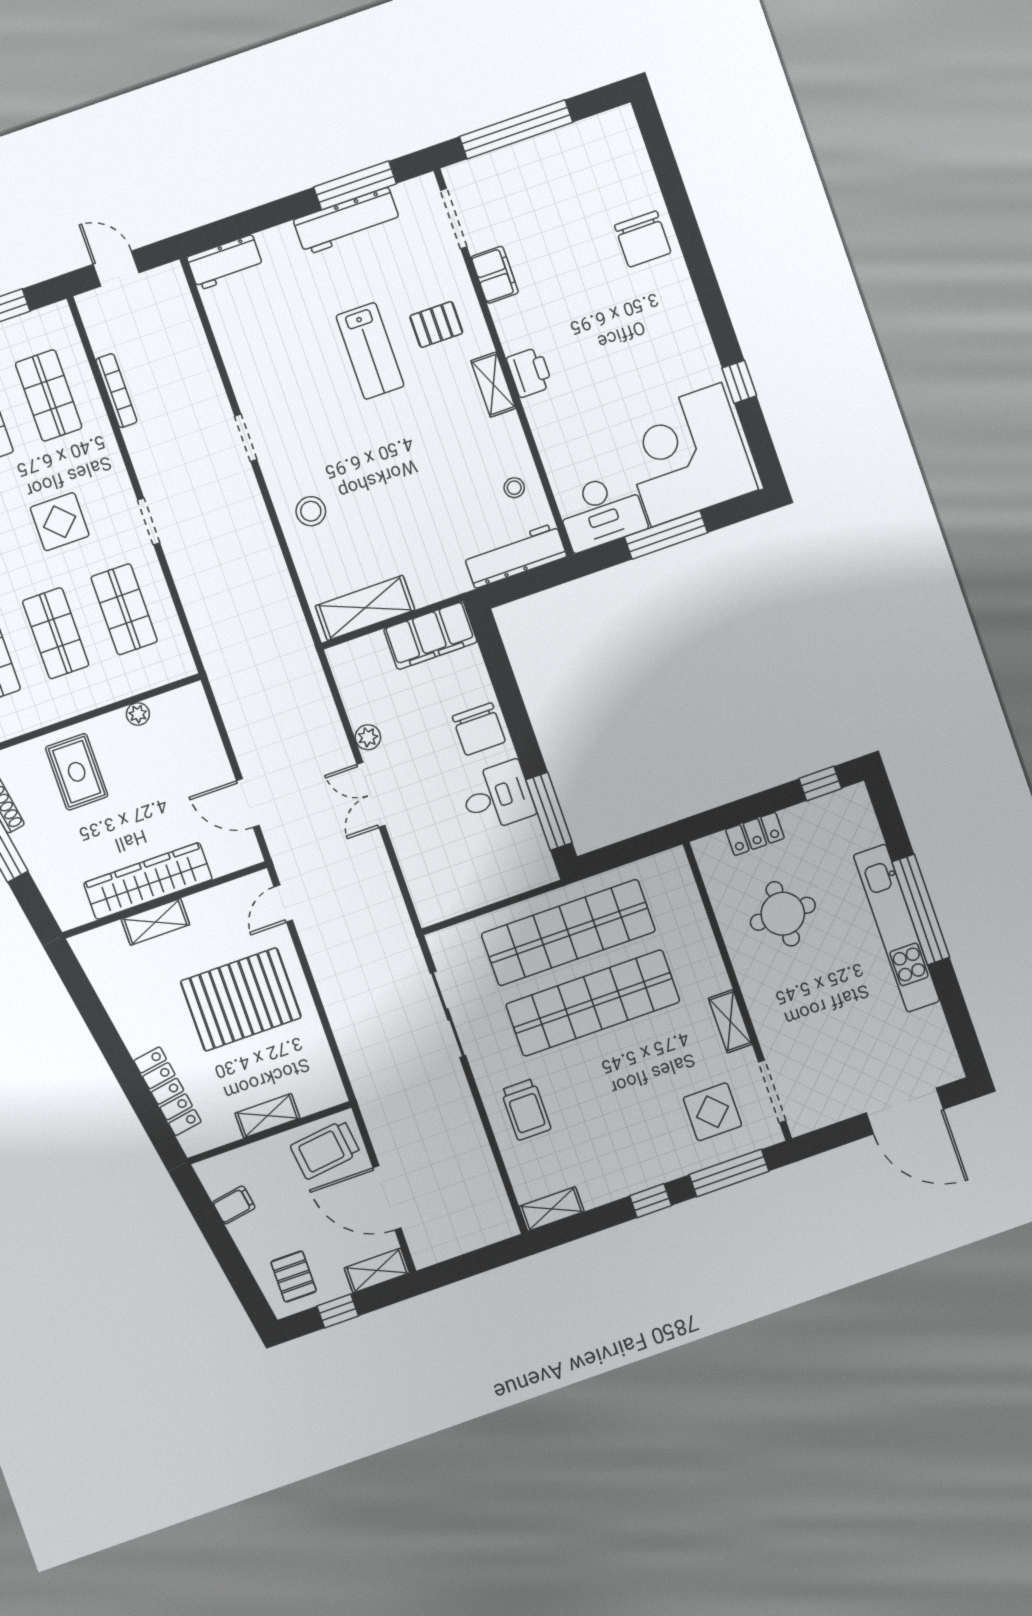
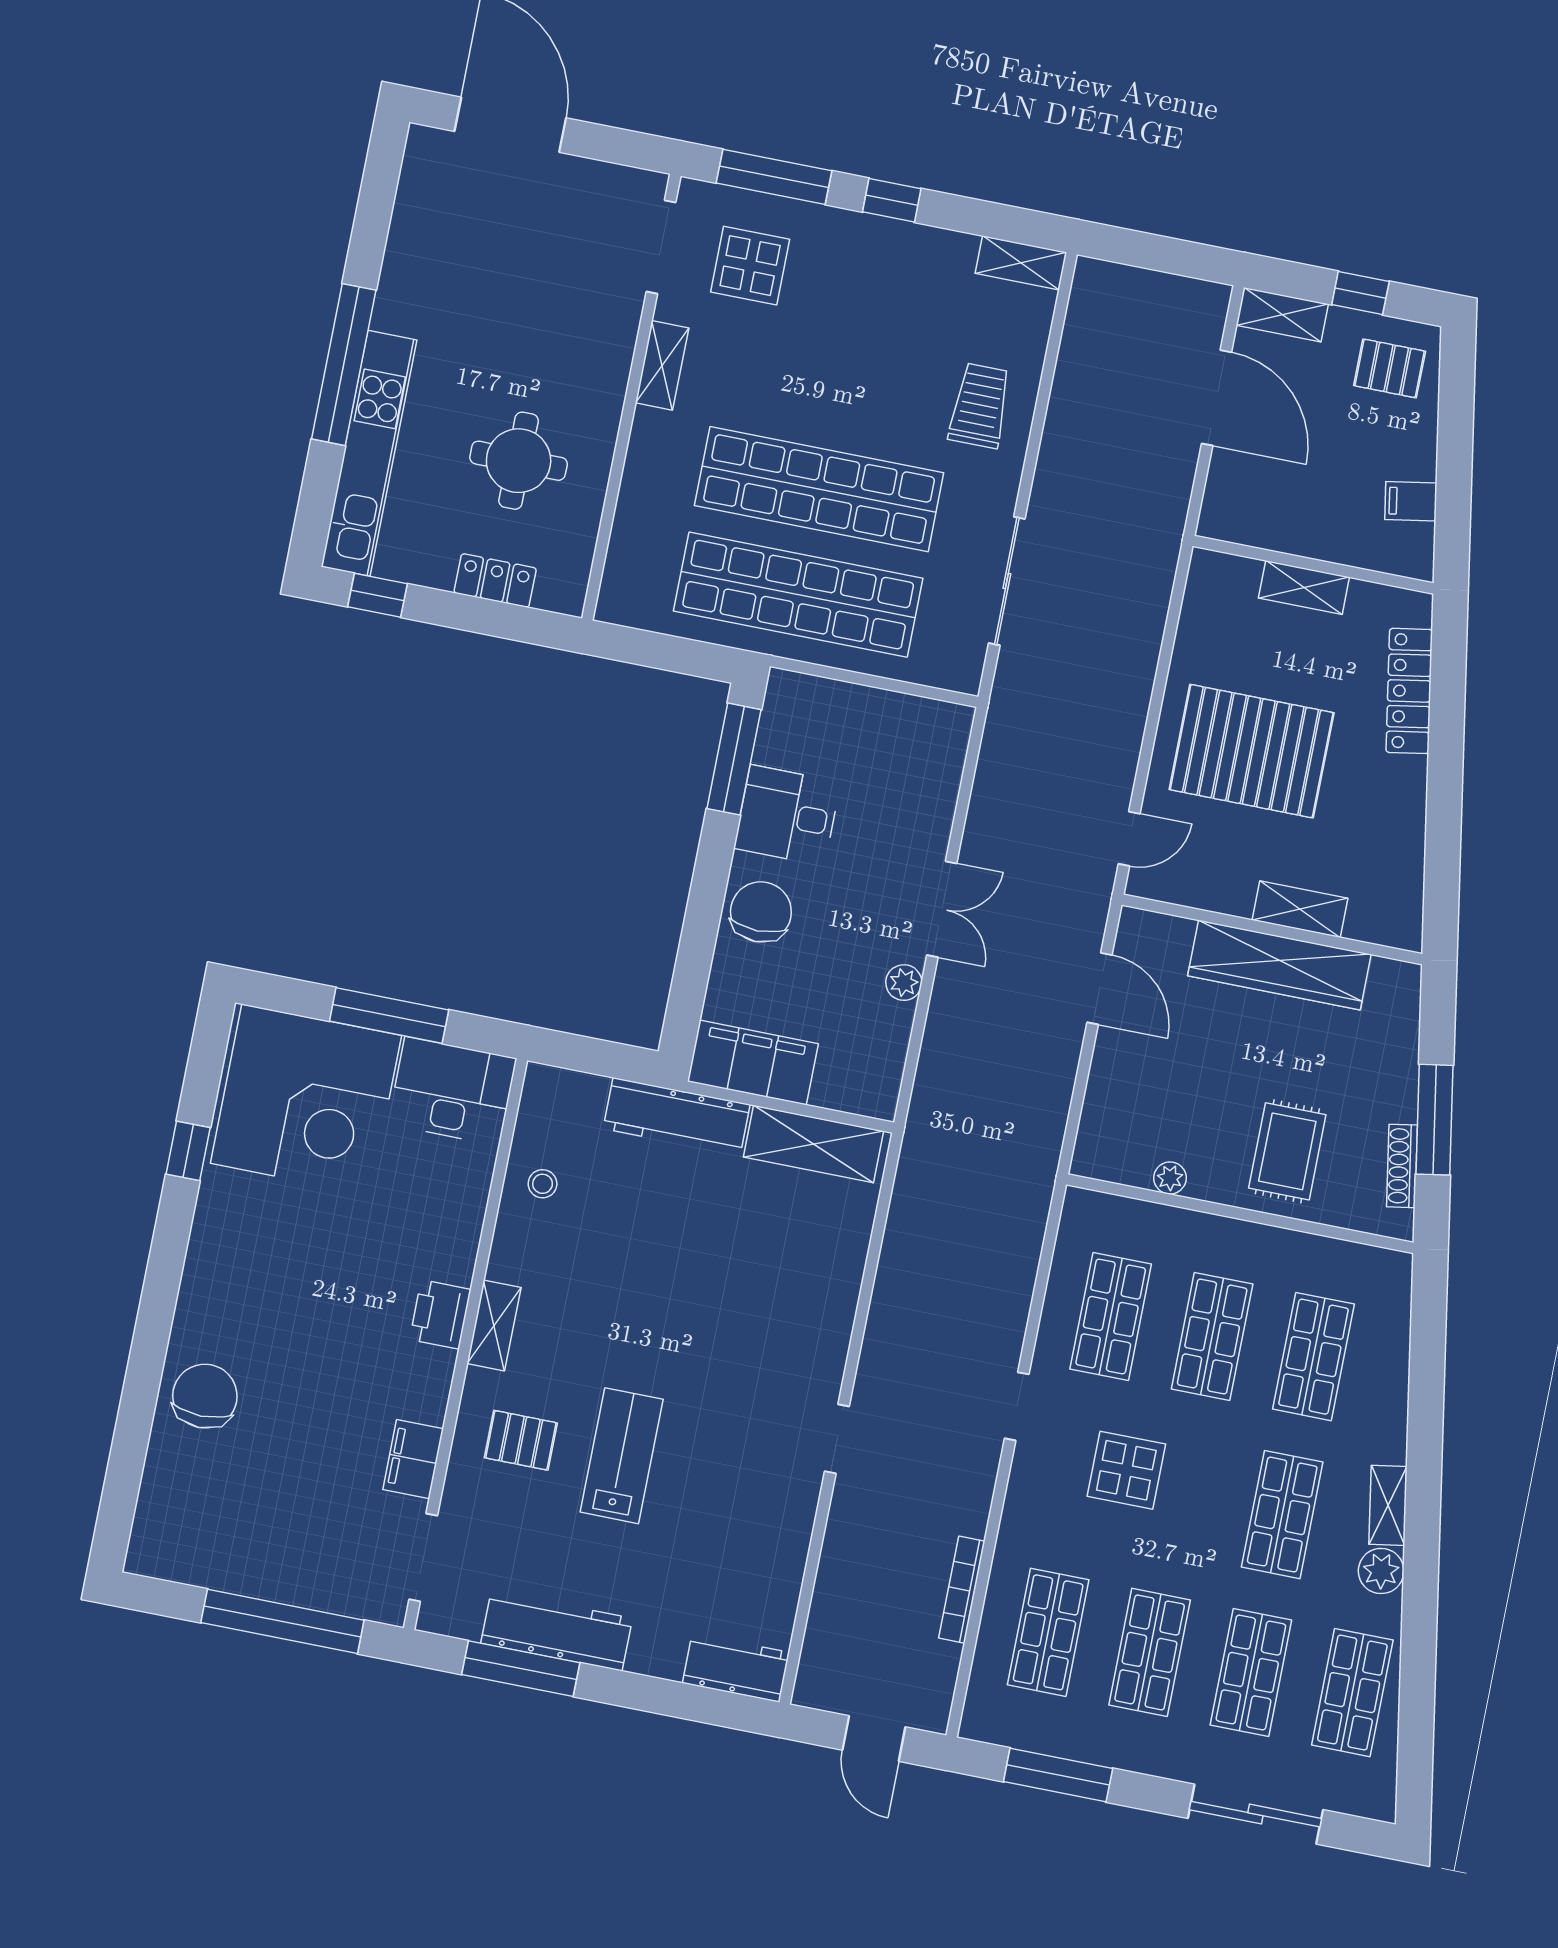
stool: (311, 511) -> (810, 1302), removed
workbench: (515, 556) -> (677, 1117), moved
kitchen unit: (896, 928) -> (369, 453), moved
trolley: (325, 1150) -> (1257, 503), removed
pallet: (294, 1276) -> (1390, 368), turned 90

